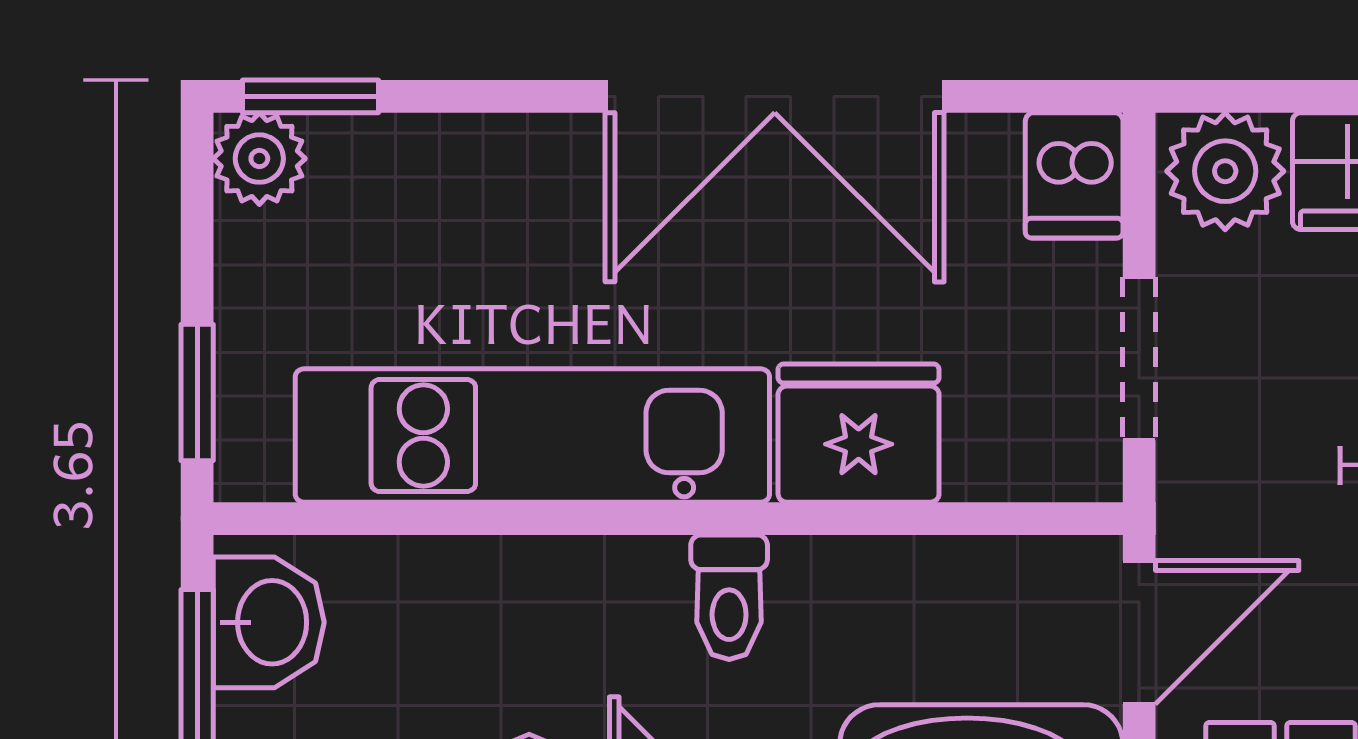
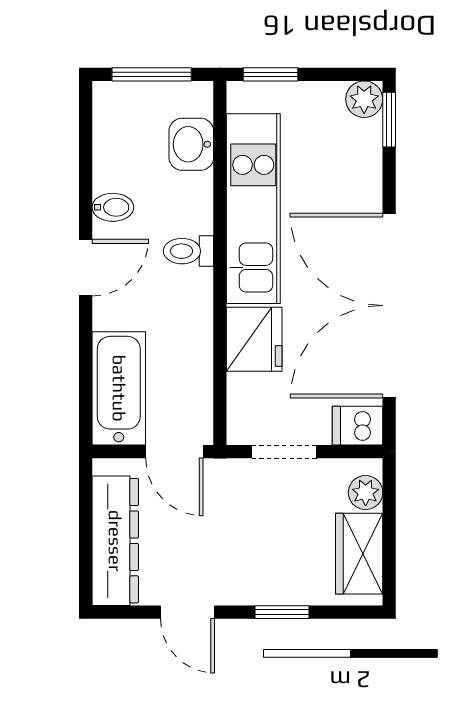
double door: (775, 96) -> (389, 306), width x1.36
plant: (1225, 171) -> (366, 493), width x0.73, depth x0.73
toilet: (729, 597) -> (188, 251), moved
washbasin: (269, 622) -> (191, 144), moved, turned 90

